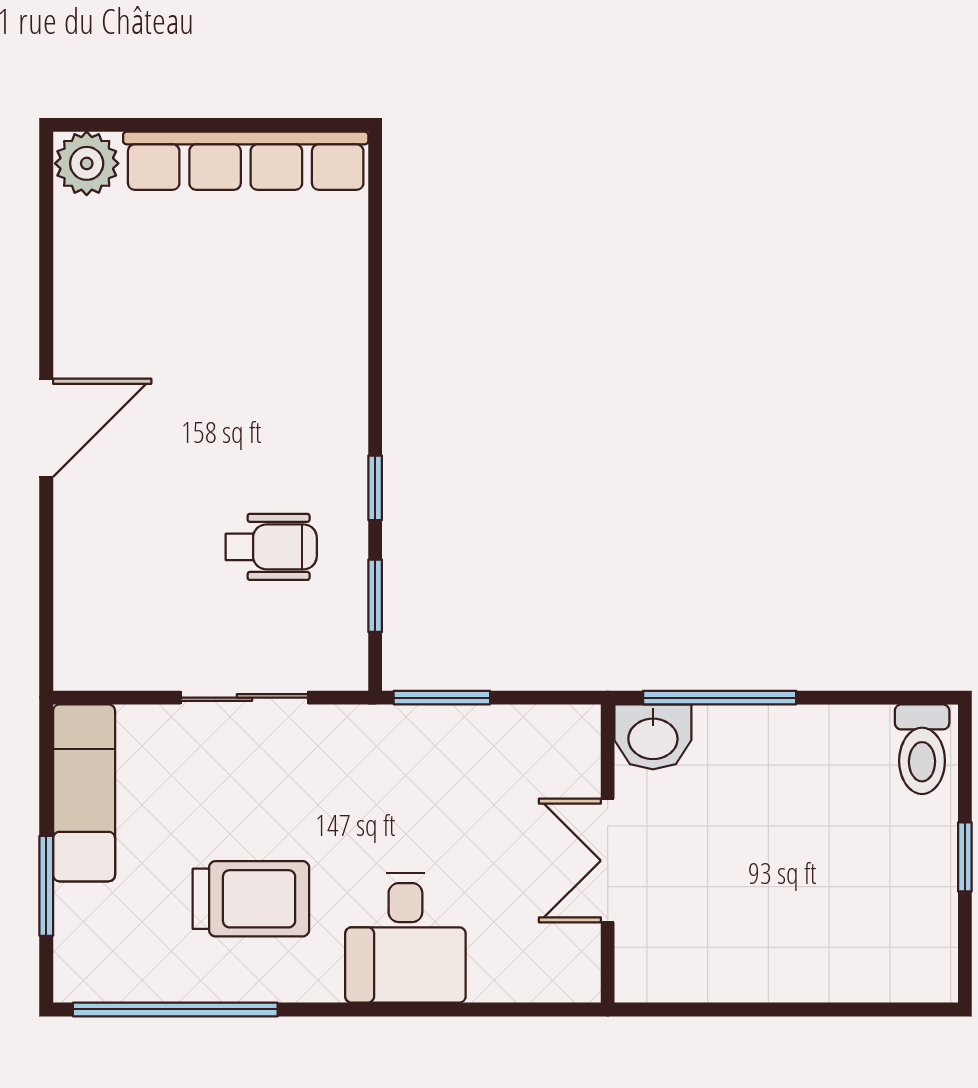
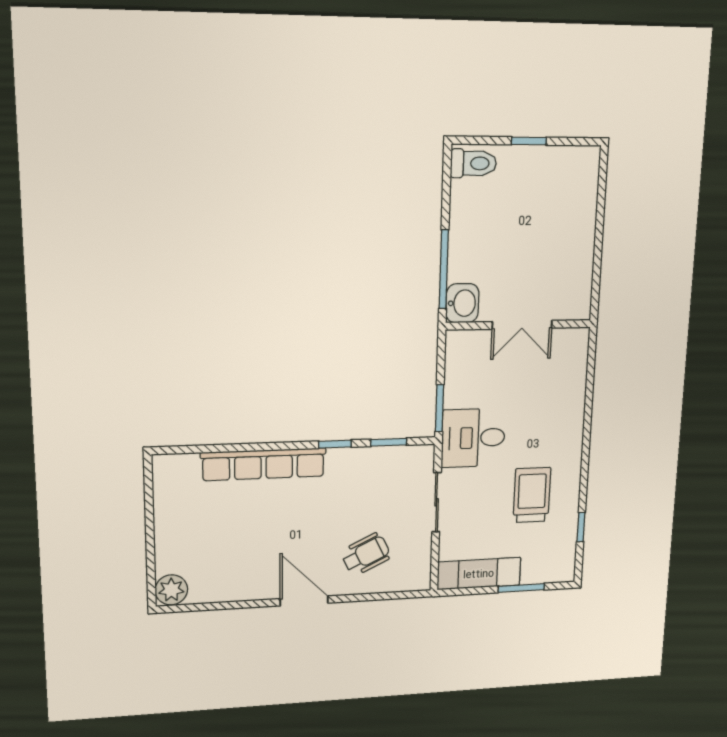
row of seats: (246, 161) -> (264, 464), moved, turned 90
wheelchair: (271, 547) -> (366, 554), moved, turned 64
desk: (405, 938) -> (473, 438), moved, turned 180
window: (175, 1009) -> (581, 527), width x0.32

